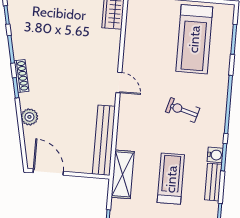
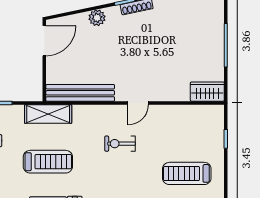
treadmill: (194, 39) -> (187, 173), width x0.73, depth x0.73
exercise bike: (183, 110) -> (120, 144), moved, turned -106

